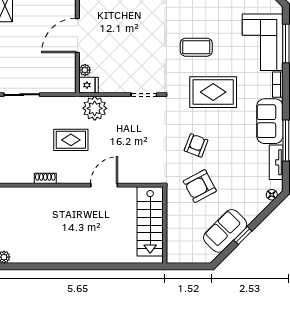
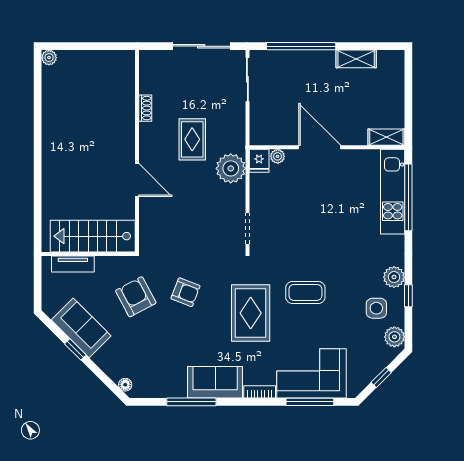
coffee table: (196, 47) -> (305, 292), turned 90
tv unit: (276, 162) -> (73, 264), moved, turned 180

